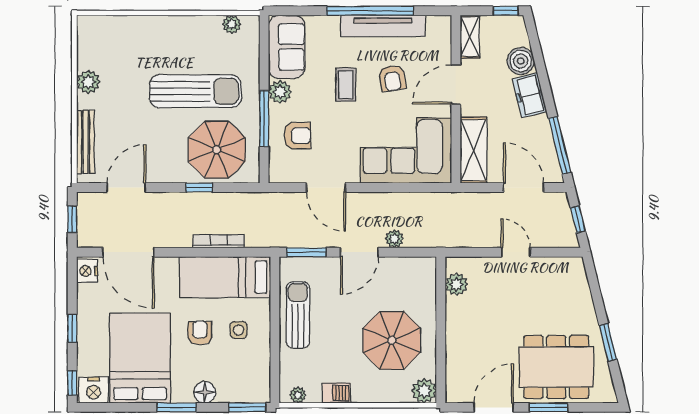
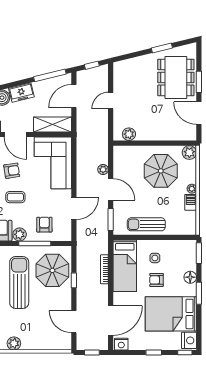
bench: (85, 142) -> (48, 345), removed
plant: (298, 395) -> (192, 189), moved

